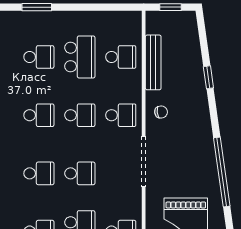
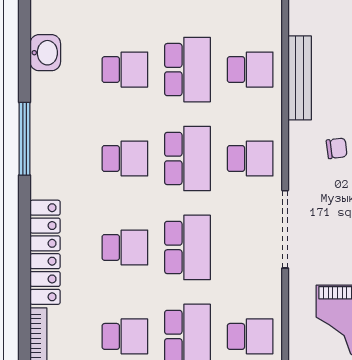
chair: (161, 112) -> (337, 148), moved
school desk: (80, 115) -> (187, 159), width x1.85
school desk: (80, 173) -> (187, 247), width x1.85

